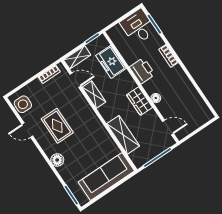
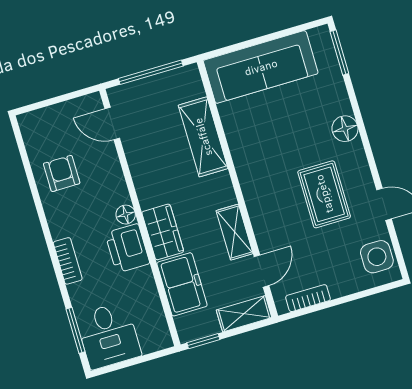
door: (75, 80) -> (262, 271), swing flipped
armchair: (184, 96) -> (62, 173), added
floor lamp: (156, 98) -> (126, 215), moved
wardrobe: (140, 101) -> (163, 232), moved

